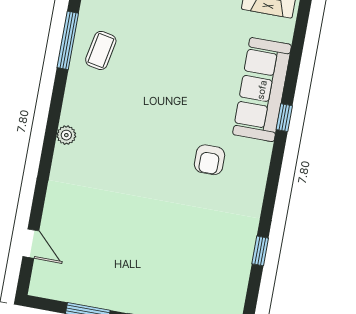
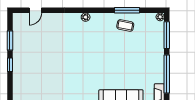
armchair: (209, 160) -> (86, 82), removed

